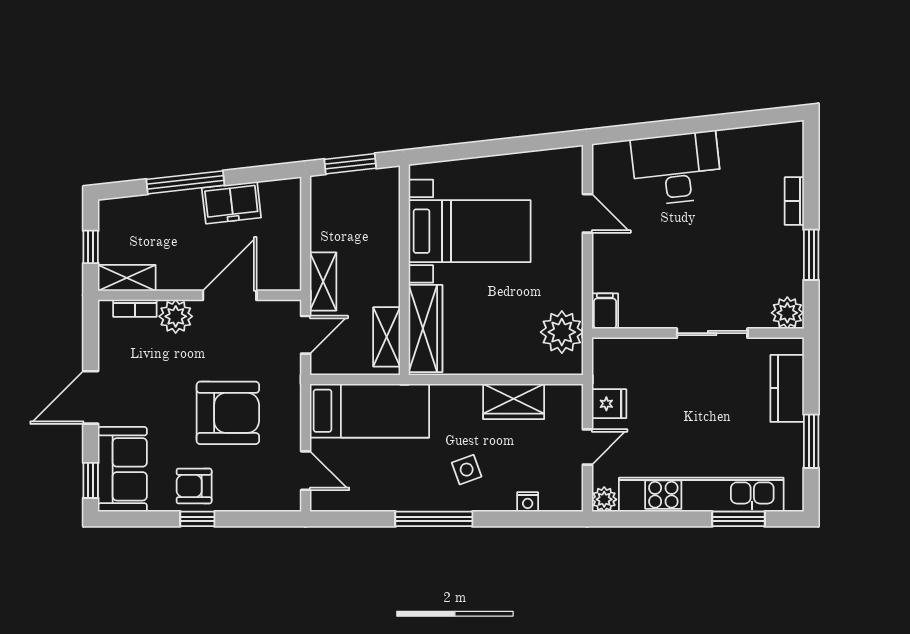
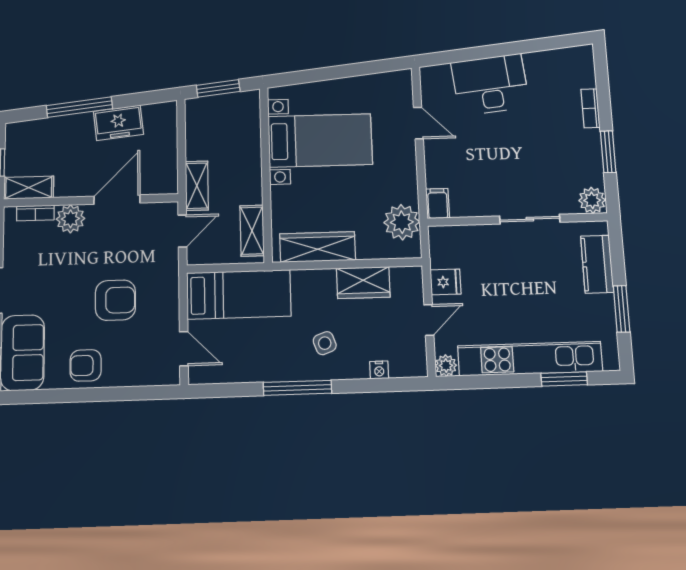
wardrobe: (426, 329) -> (318, 247), moved, turned -90
armchair: (228, 413) -> (115, 300), width x0.73, depth x0.73
window: (197, 519) -> (88, 395), removed

